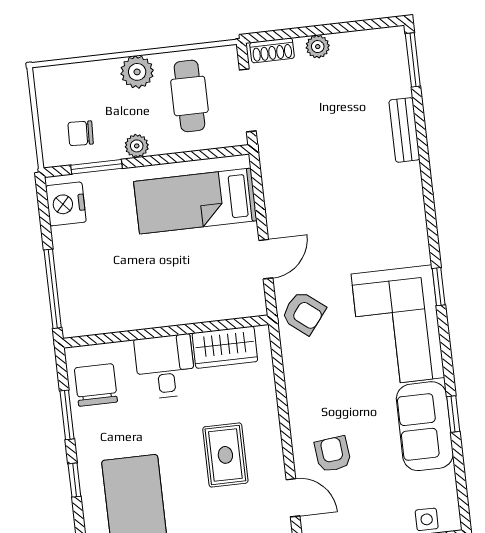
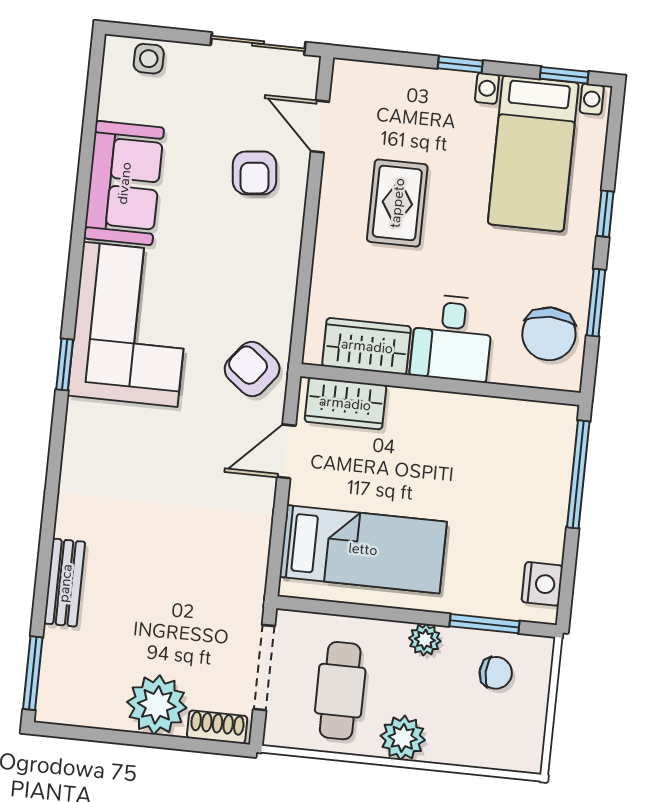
plant: (318, 47) -> (157, 705), width x1.88, depth x1.88
nightstand: (66, 204) -> (542, 584), width x0.74, depth x0.75
wardrobe: (231, 303) -> (345, 403), added
window: (453, 414) -> (83, 191), removed

